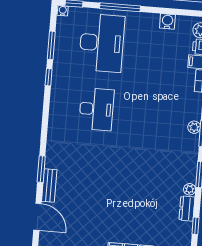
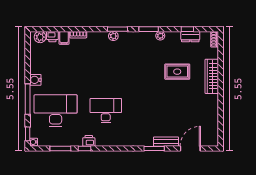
water cooler: (167, 21) -> (35, 80), moved
printer: (58, 84) -> (89, 141), added
rug: (140, 208) -> (177, 72), added
dresser: (187, 209) -> (190, 37), moved

